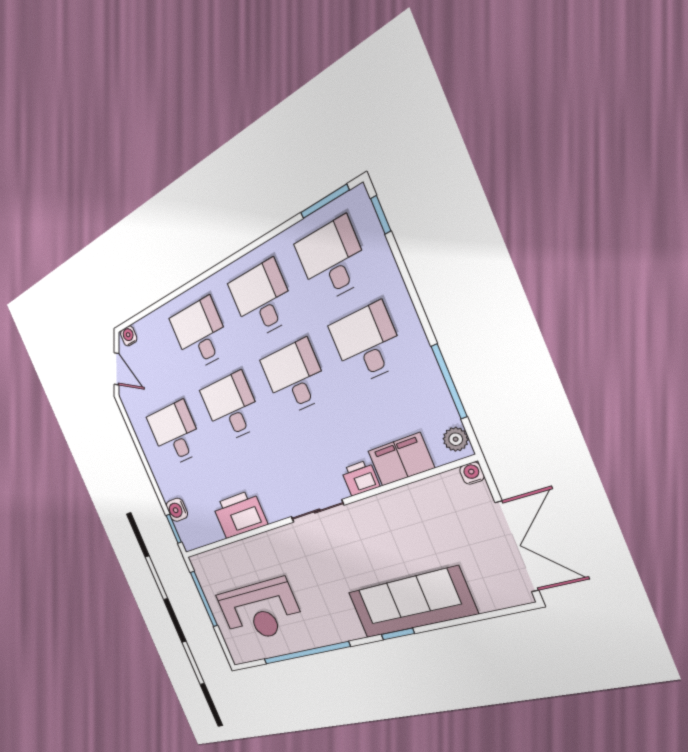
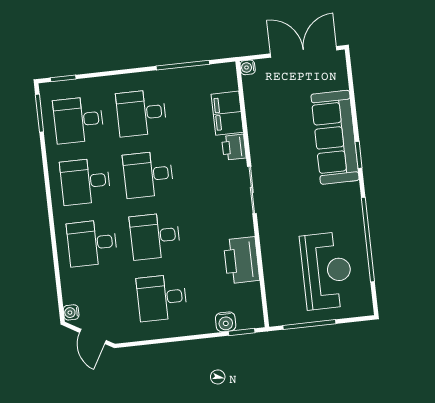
door: (117, 369) -> (93, 336), swing flipped
plant: (456, 439) -> (222, 72), removed

